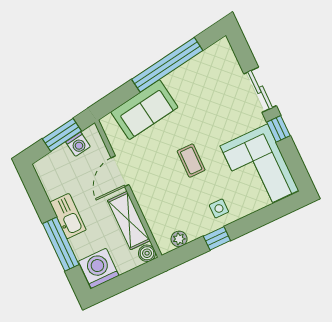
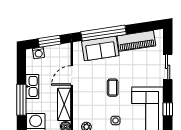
window: (167, 65) -> (104, 33), moved
piano: (194, 72) -> (136, 41), added
window: (278, 129) -> (168, 109), moved
washing machine: (78, 144) -> (39, 53), moved

